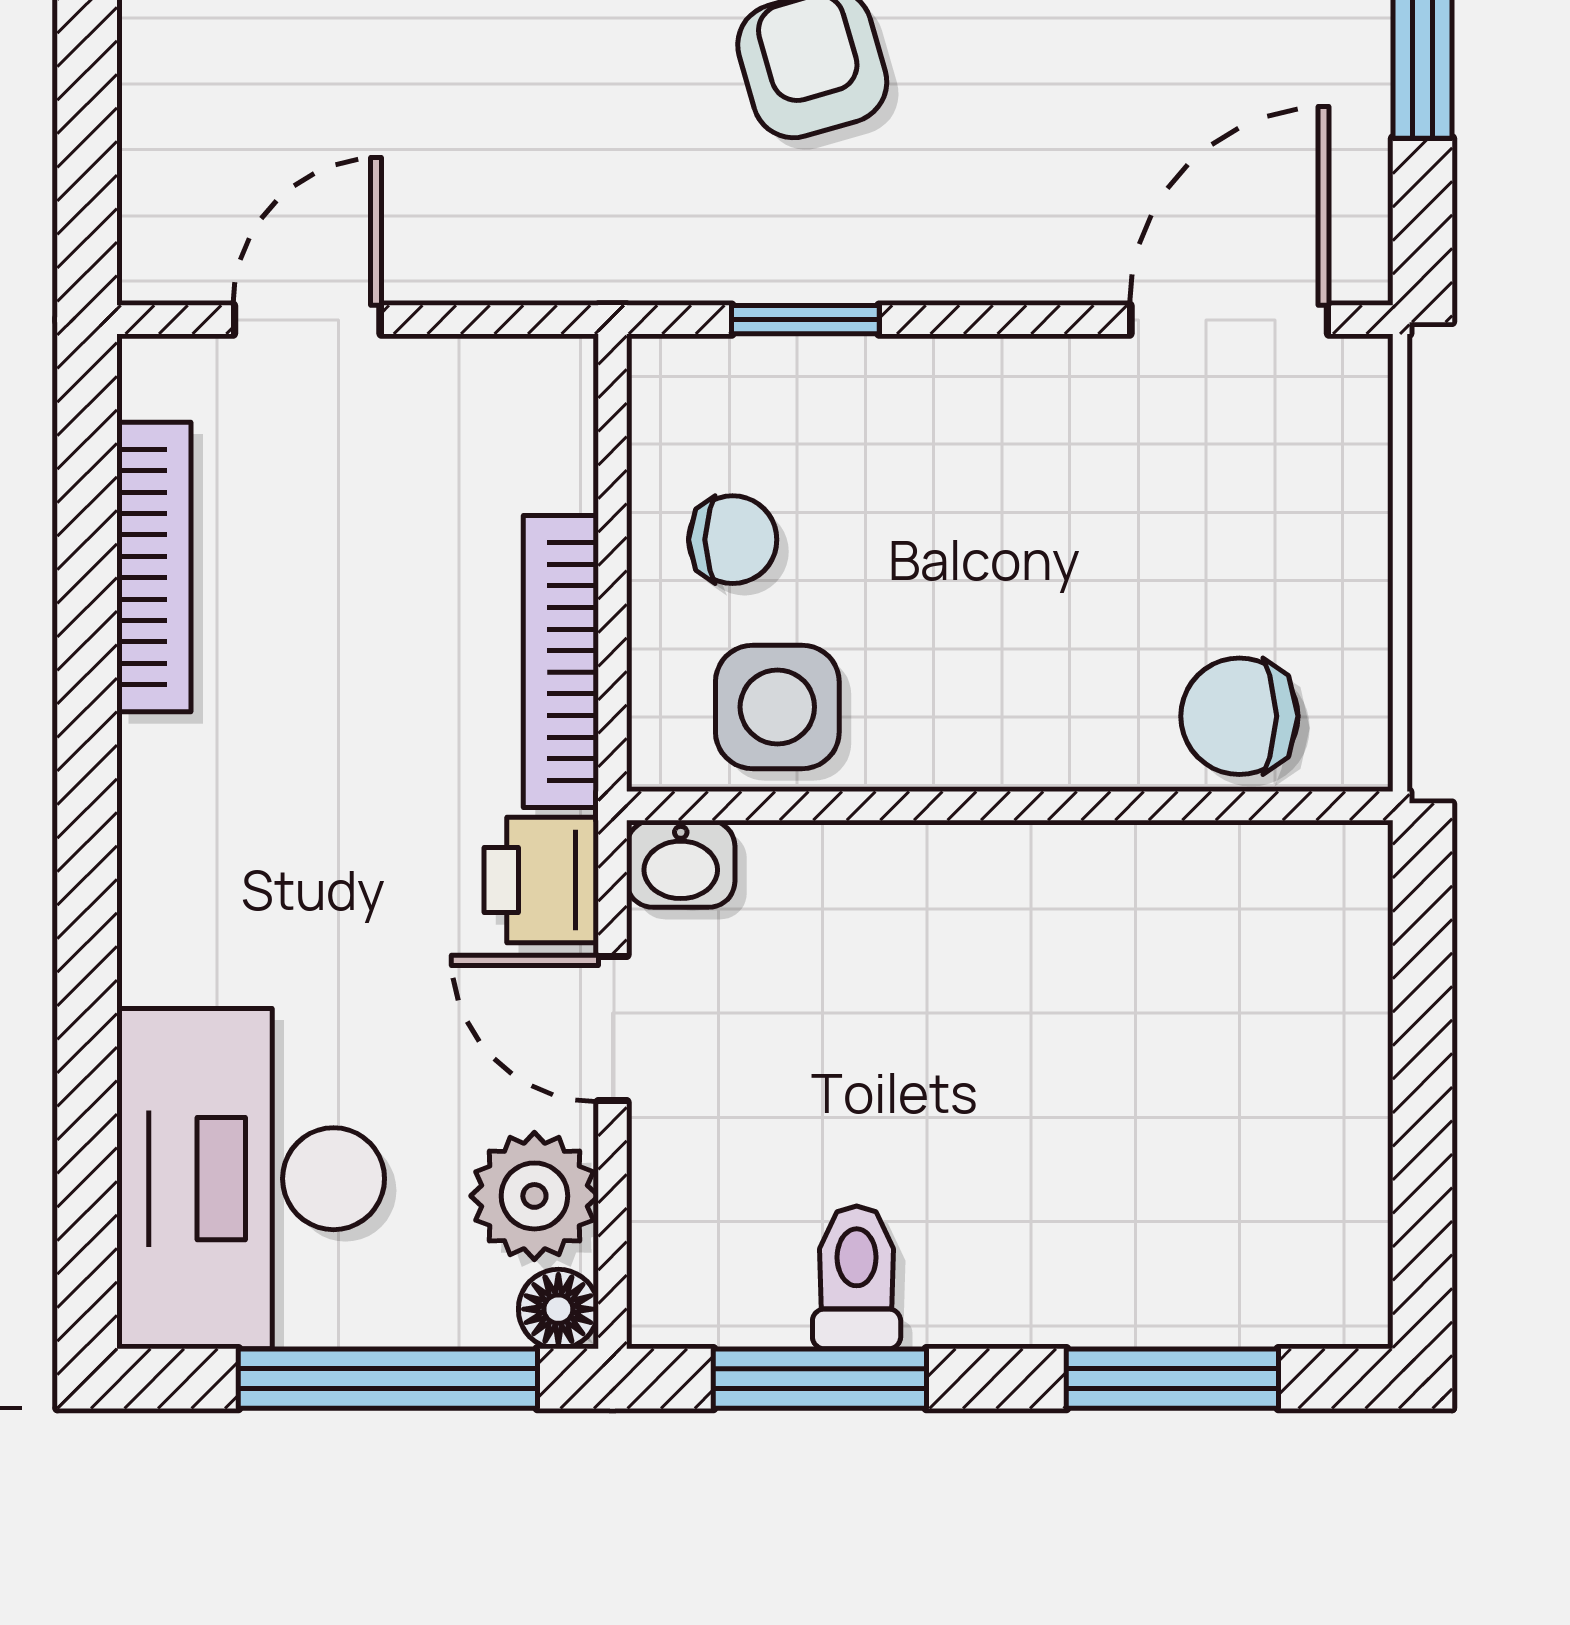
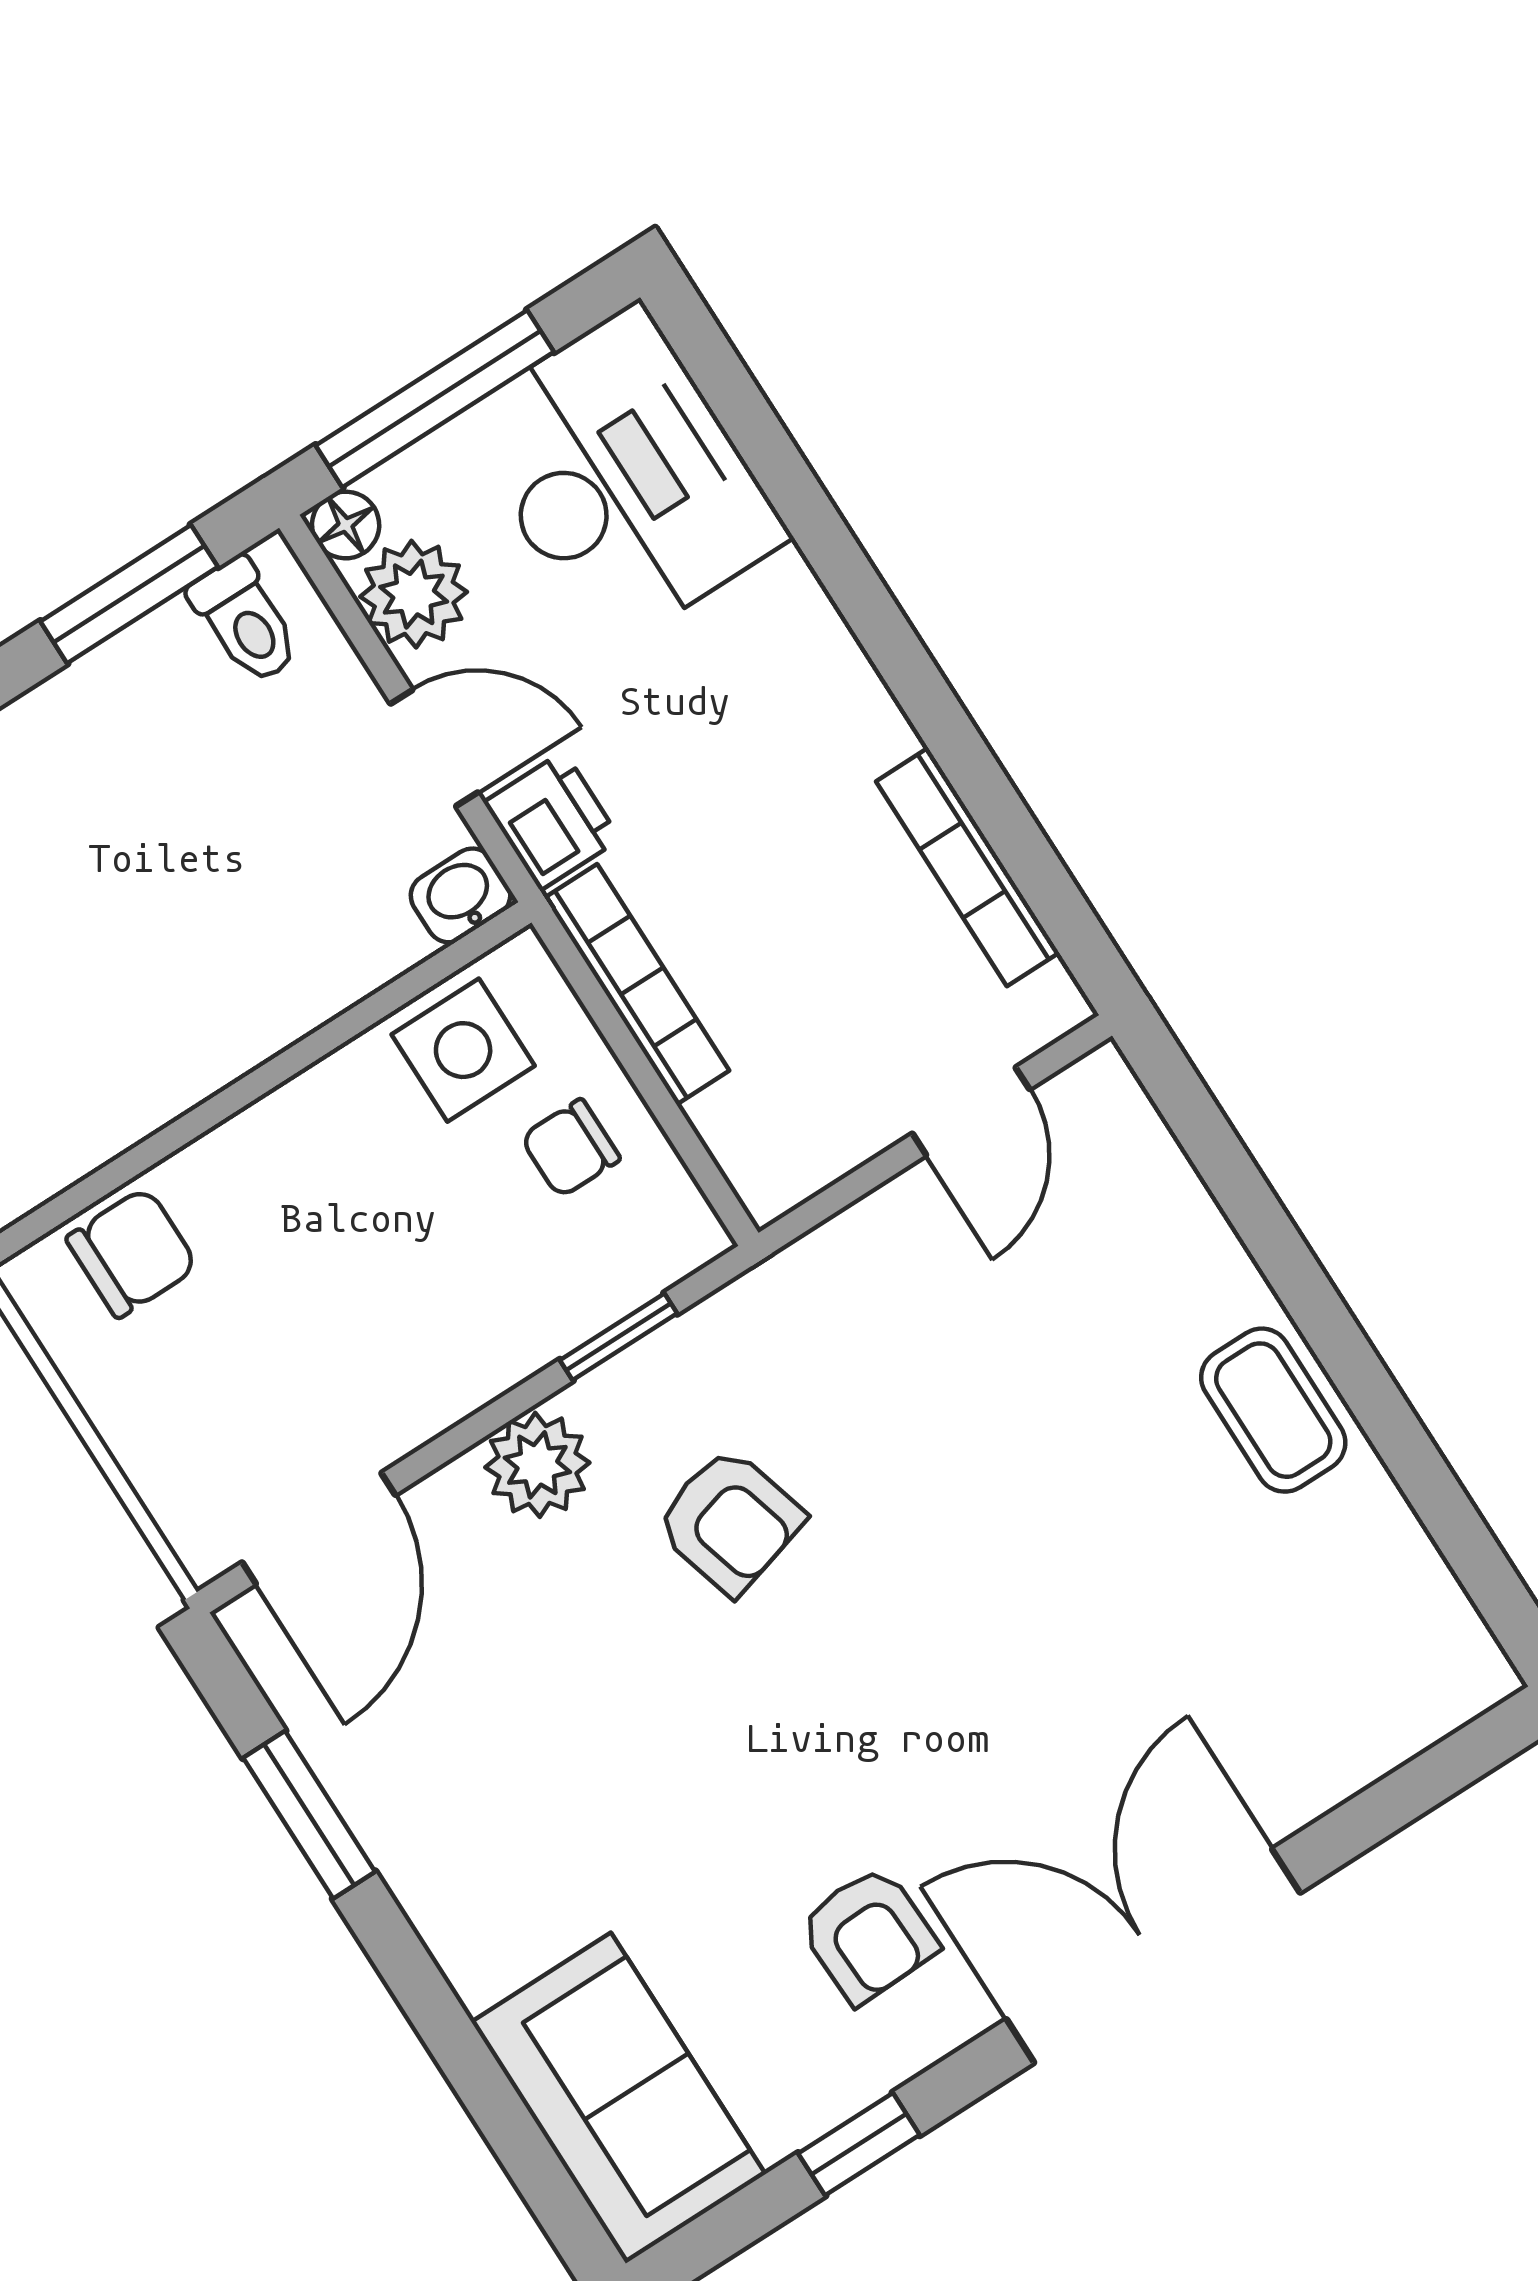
plant: (969, 243) -> (537, 1465), added
toilet: (857, 1277) -> (245, 621), moved

